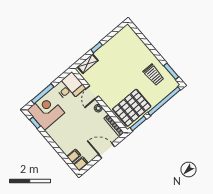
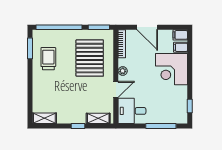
shelving: (123, 34) -> (44, 118), added
pallet: (132, 108) -> (90, 58), moved, turned 90
corner desk: (46, 111) -> (172, 69), moved

